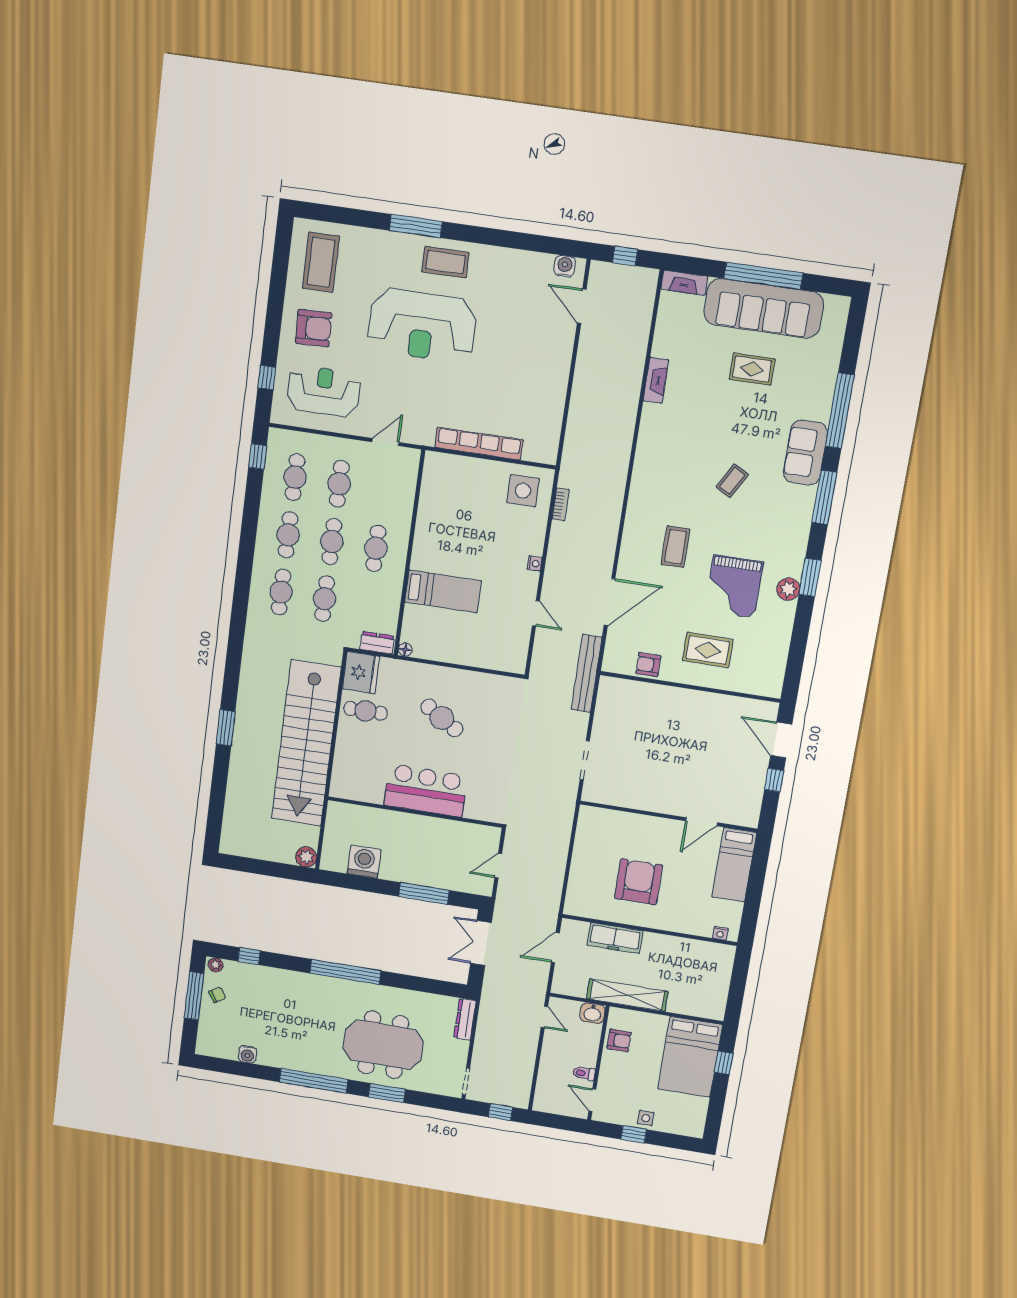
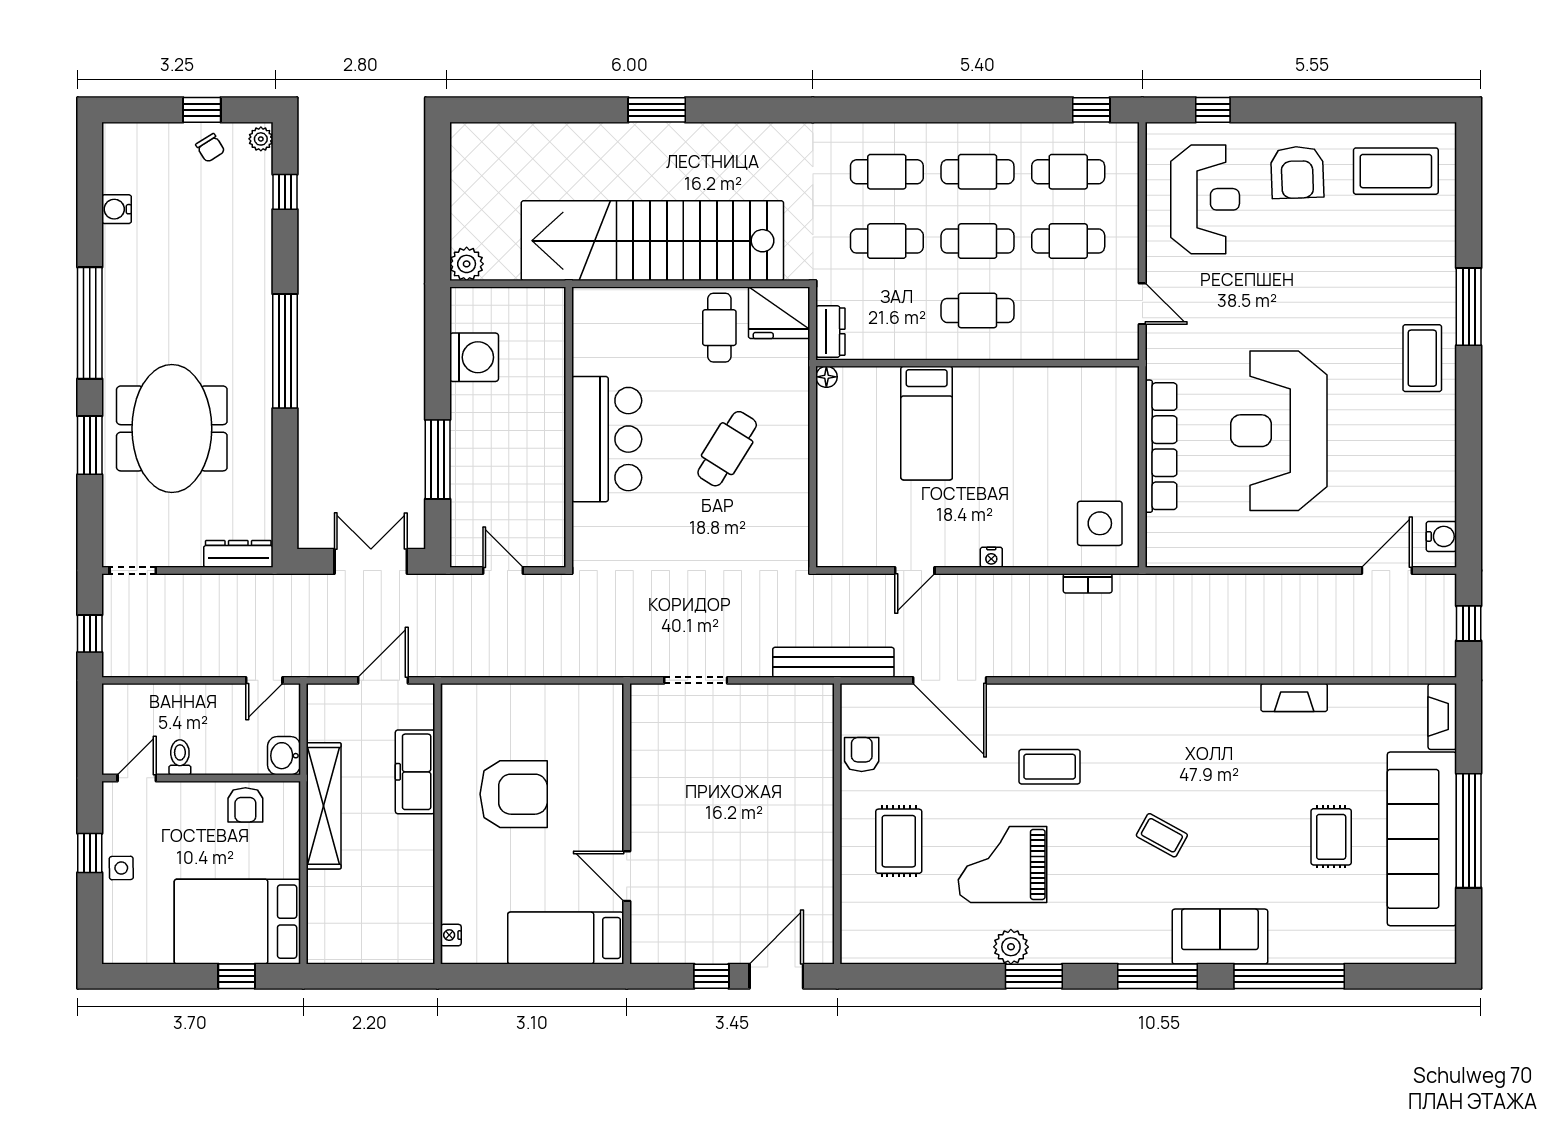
reception desk: (422, 325) -> (1279, 431), moved
door: (555, 948) -> (383, 680), hinge flipped
window: (194, 996) -> (202, 110), width x0.46

